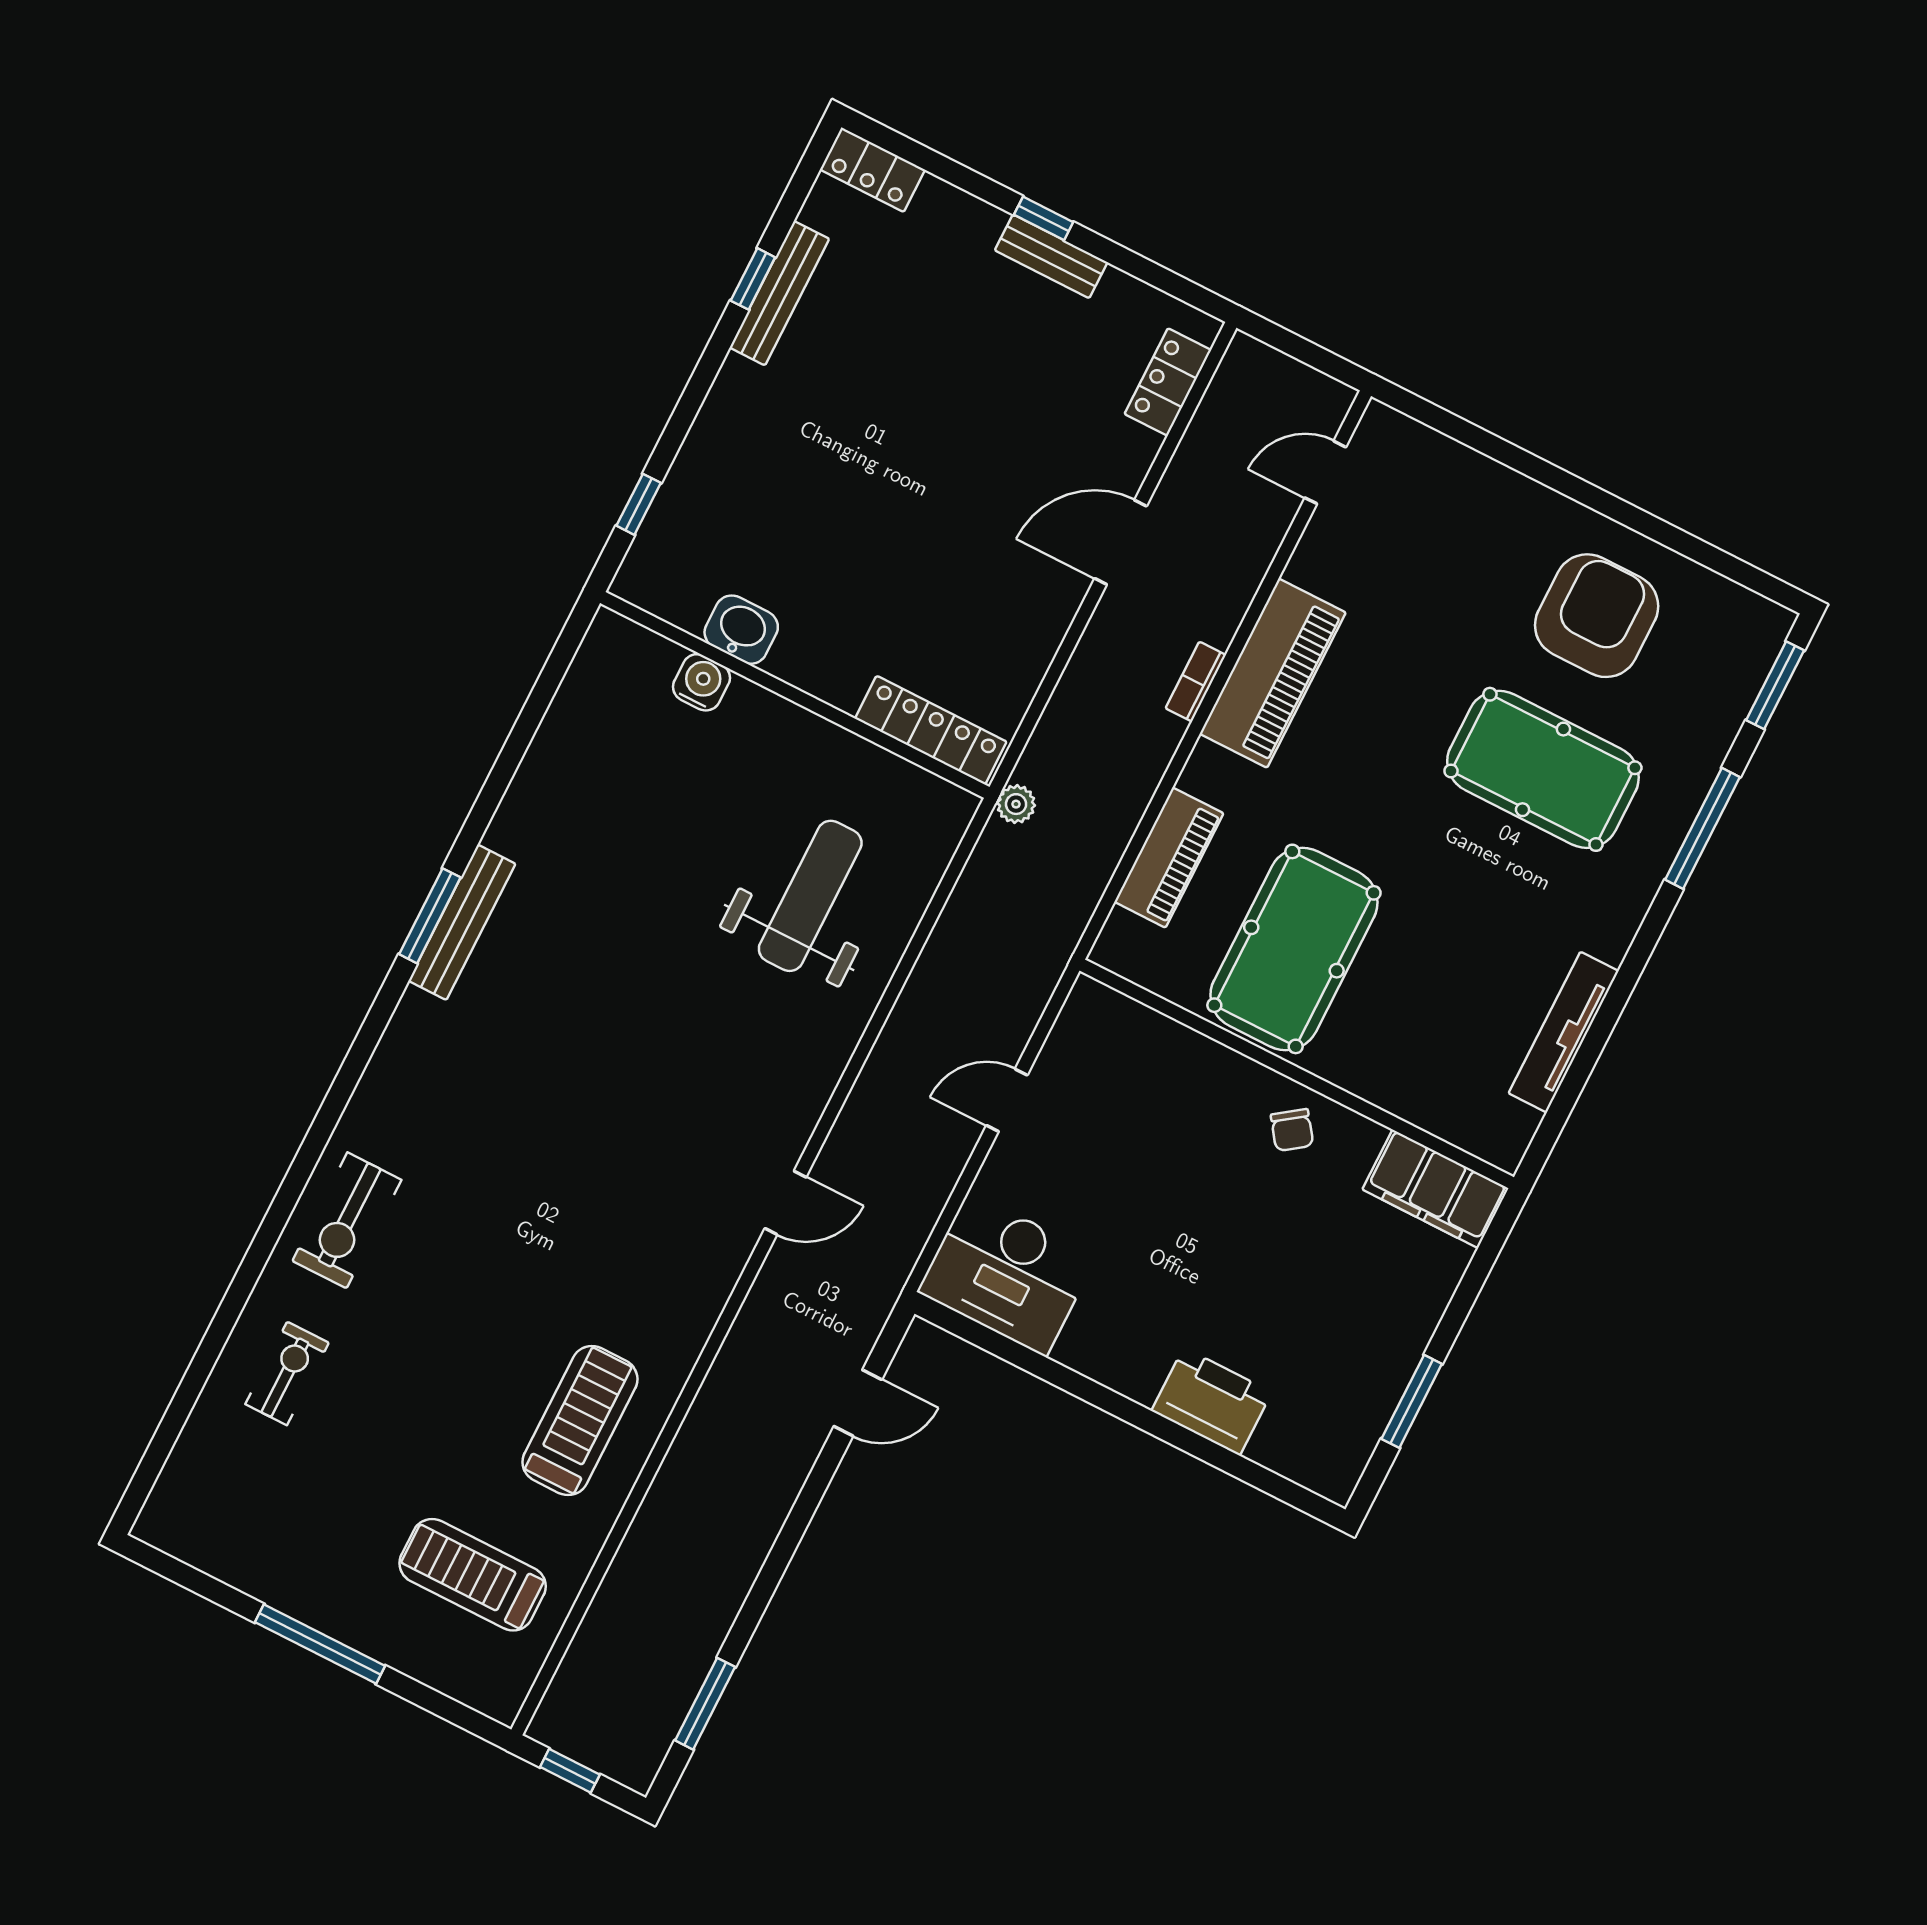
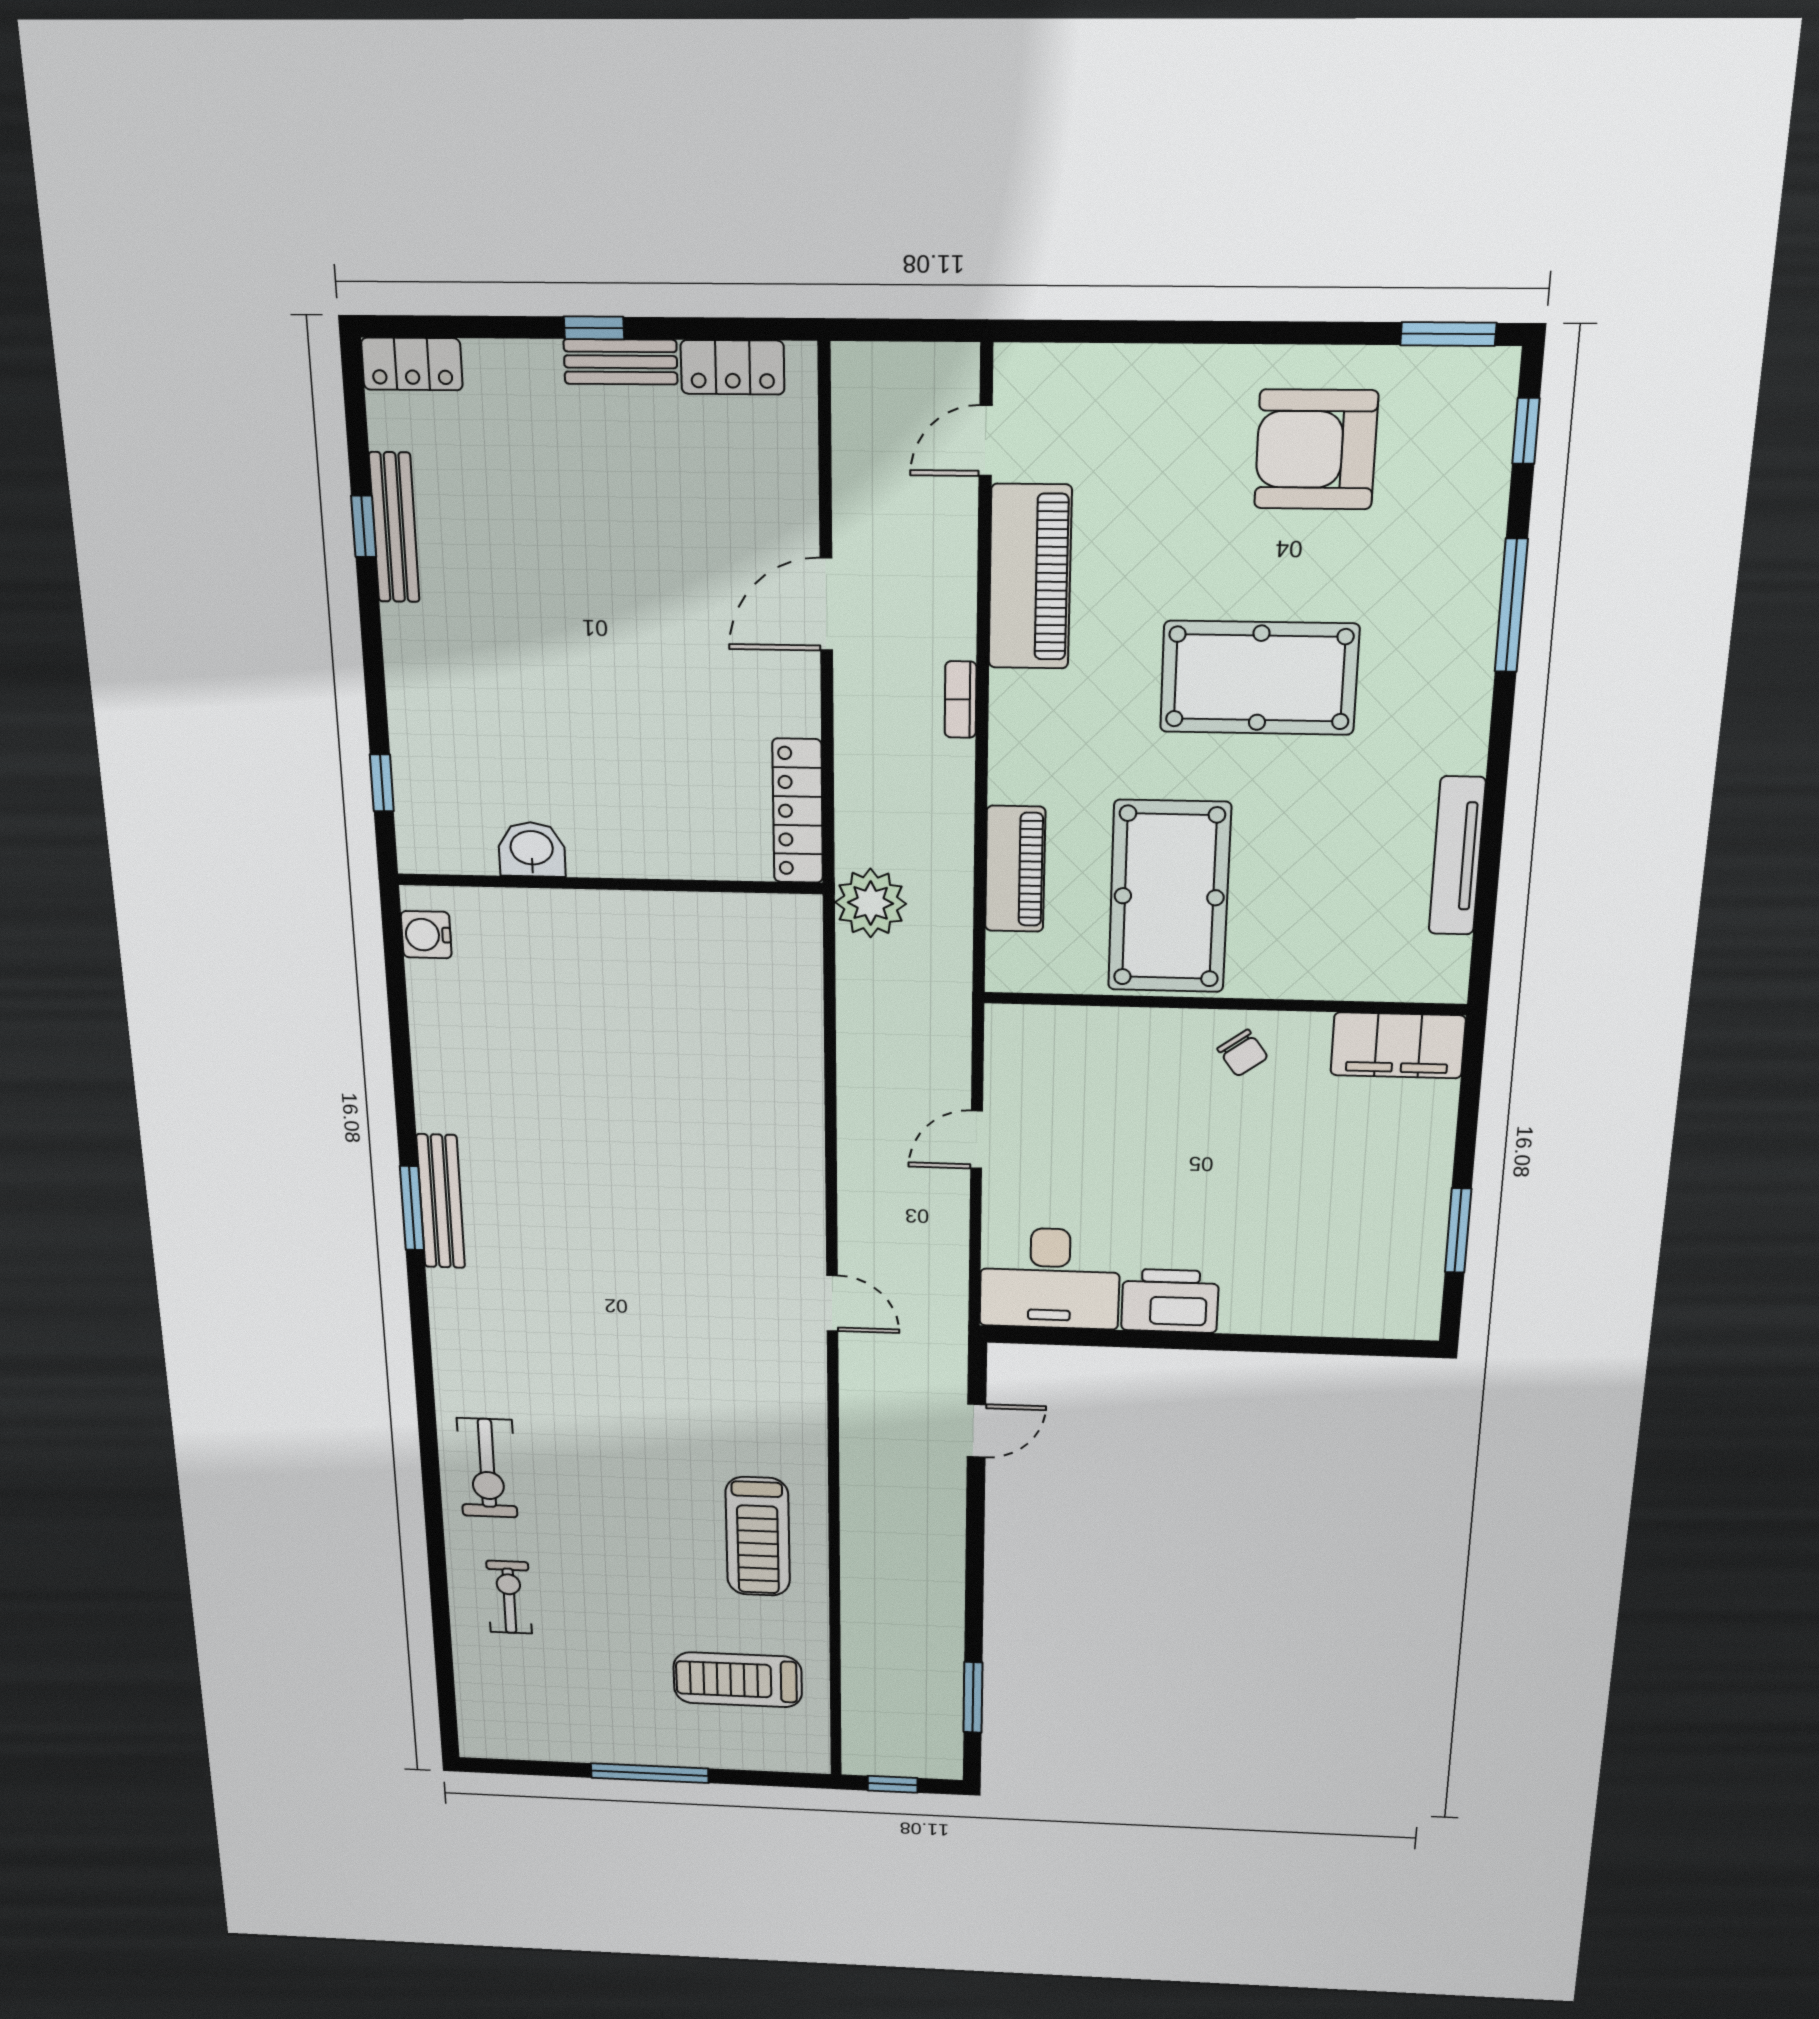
locker: (1168, 382) -> (733, 367), moved, turned -90
window: (1745, 574) -> (1448, 334), added
armchair: (1597, 616) -> (1316, 450), turned -90
piano: (1273, 673) -> (1030, 577), moved
water cooler: (701, 682) -> (426, 935), moved, turned -90
window: (1775, 685) -> (1526, 431), width x0.67
locker: (931, 730) -> (798, 811), moved, turned -90
pool table: (1543, 769) -> (1259, 678), moved
plant: (1016, 804) -> (871, 903), width x1.88, depth x1.88
weight bench: (810, 896) -> (717, 1048), removed
door: (785, 1203) -> (832, 1303), hinge flipped
printer: (1212, 1401) -> (1170, 1301), moved
treadmill: (580, 1421) -> (758, 1537), turned 180

